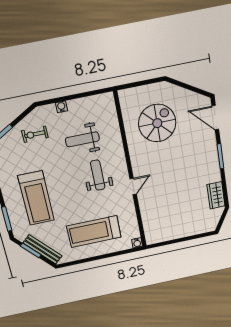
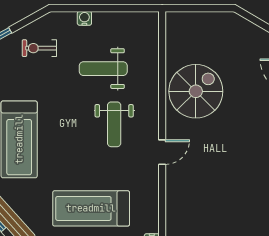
spiral stairs: (157, 123) -> (196, 91), moved
weight bench: (98, 175) -> (114, 124), turned 180

